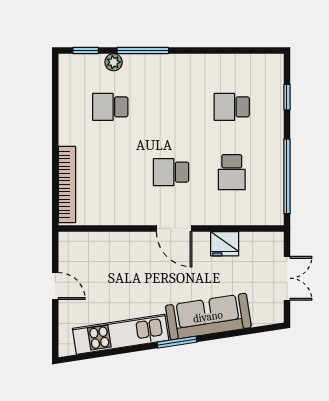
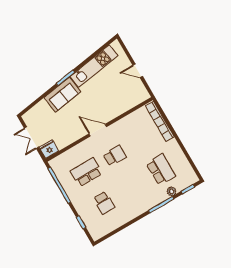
school desk: (110, 107) -> (161, 170), width x1.85
school desk: (232, 107) -> (104, 203), turned 90
school desk: (232, 172) -> (86, 172), width x1.85
fridge: (225, 244) -> (49, 149), moved
sofa: (208, 317) -> (62, 95), width x0.73

